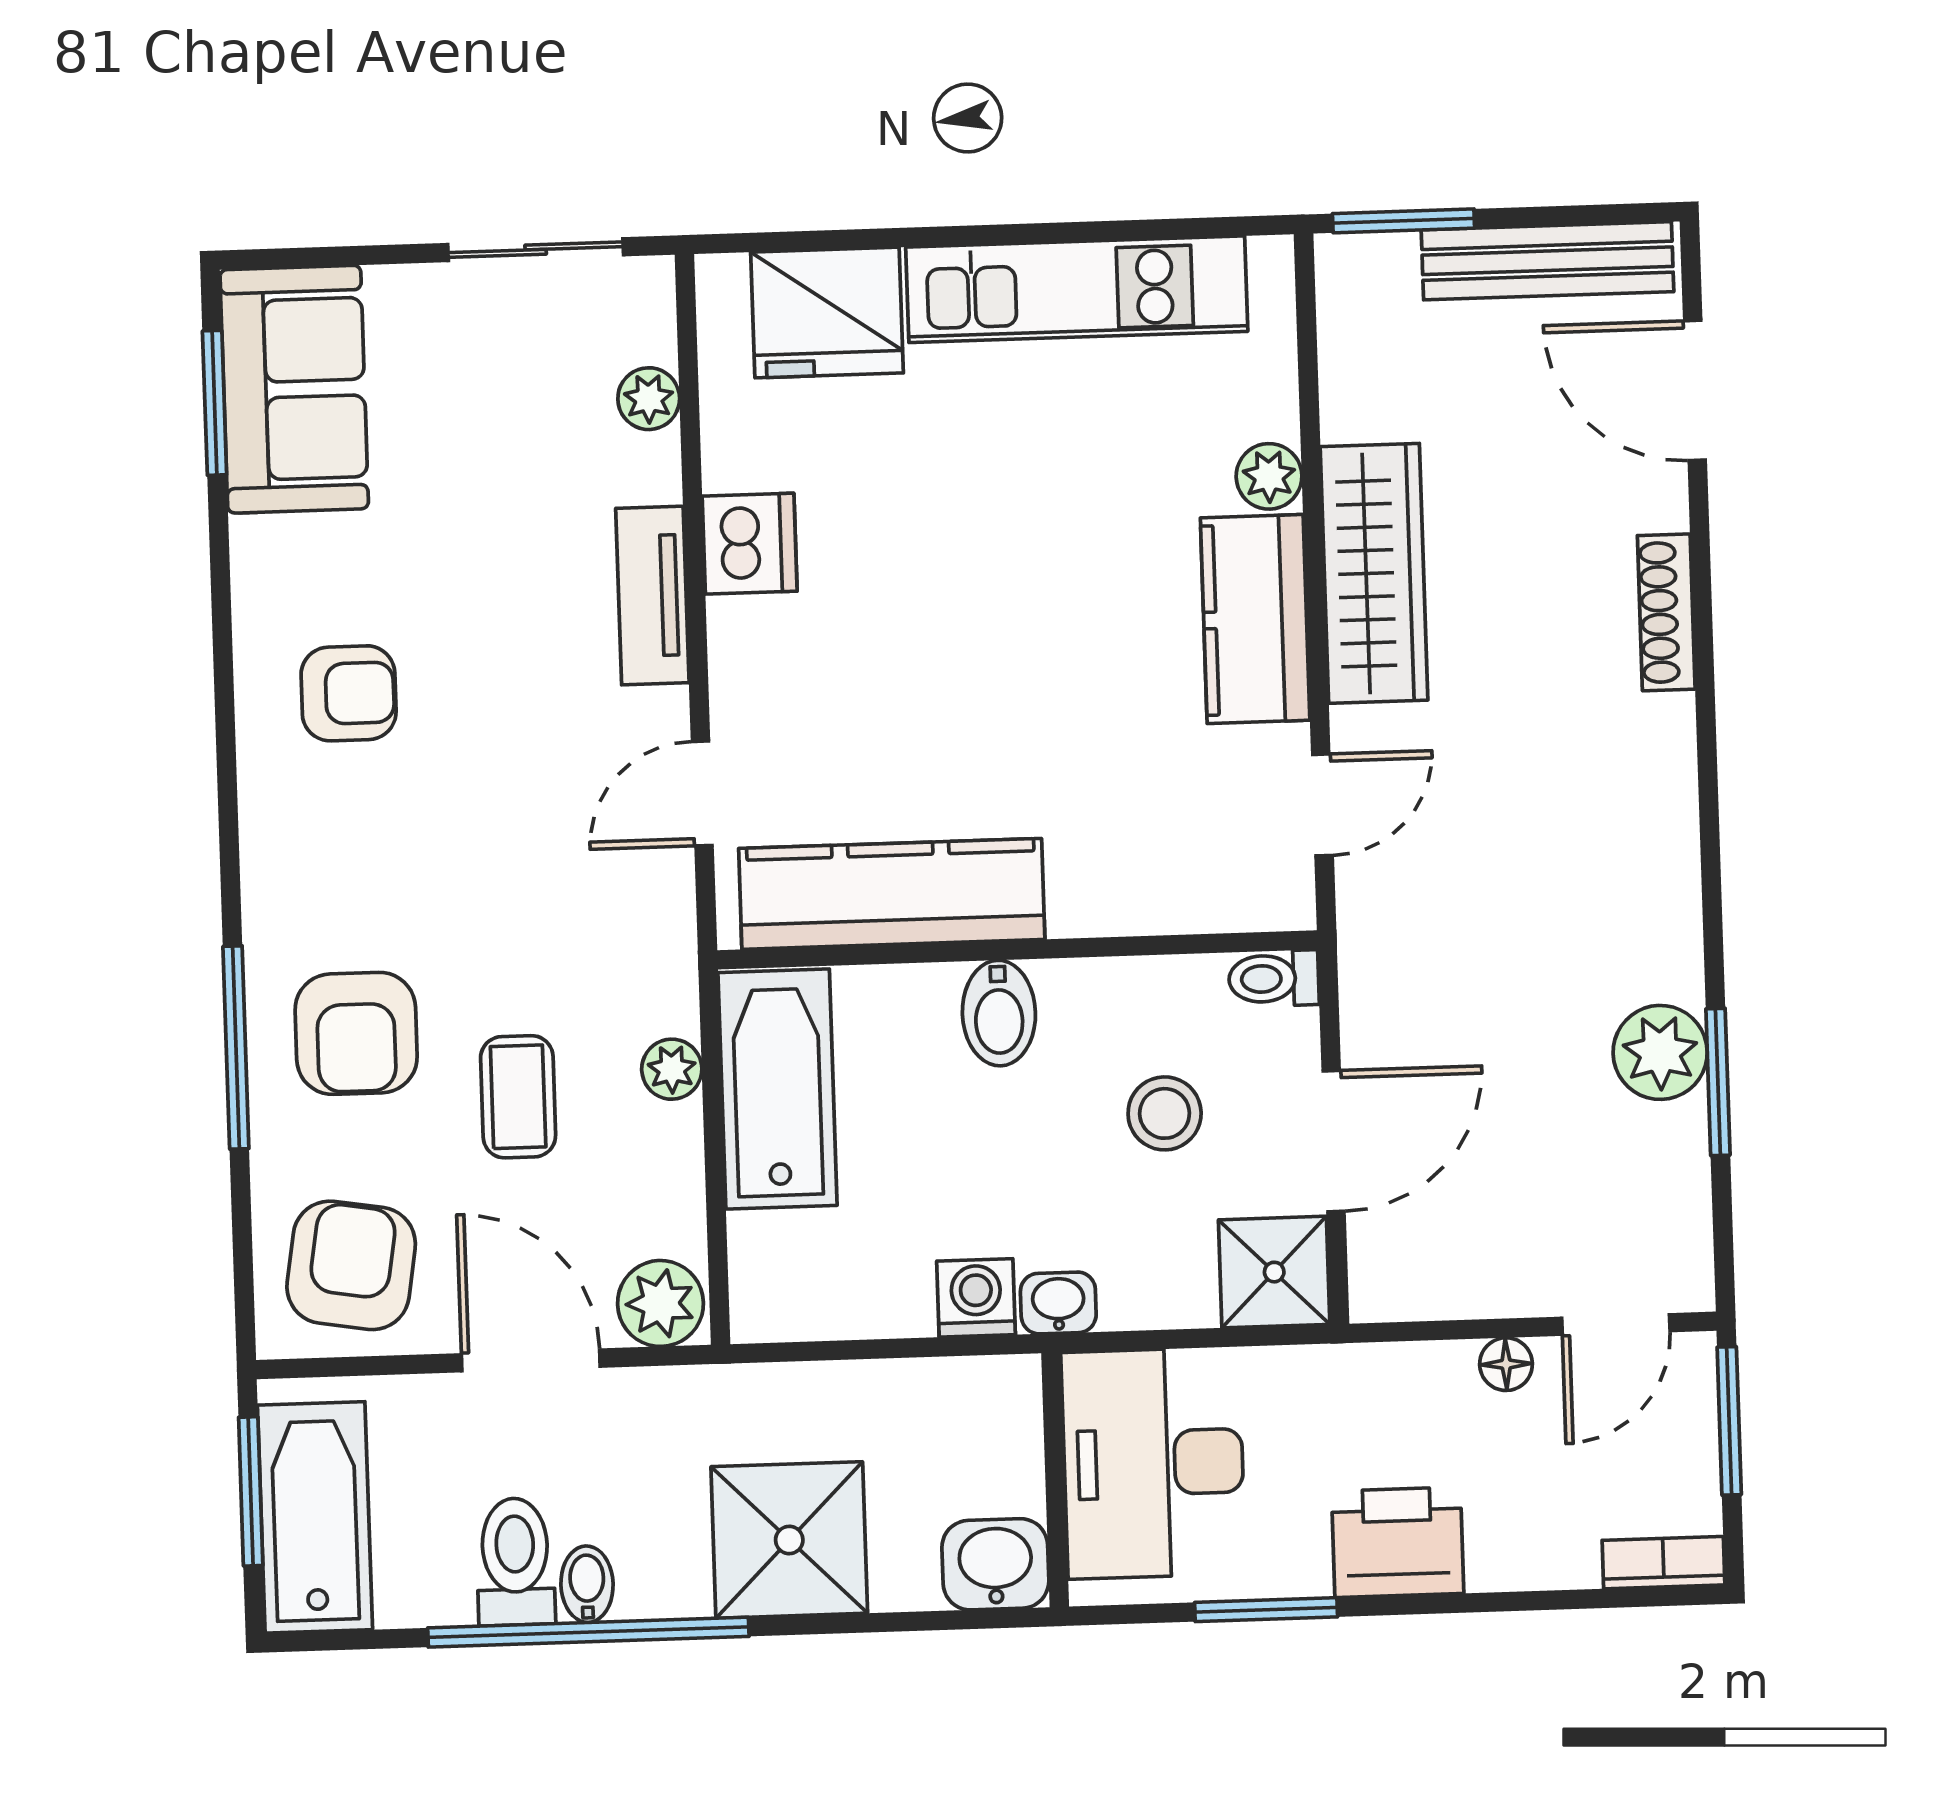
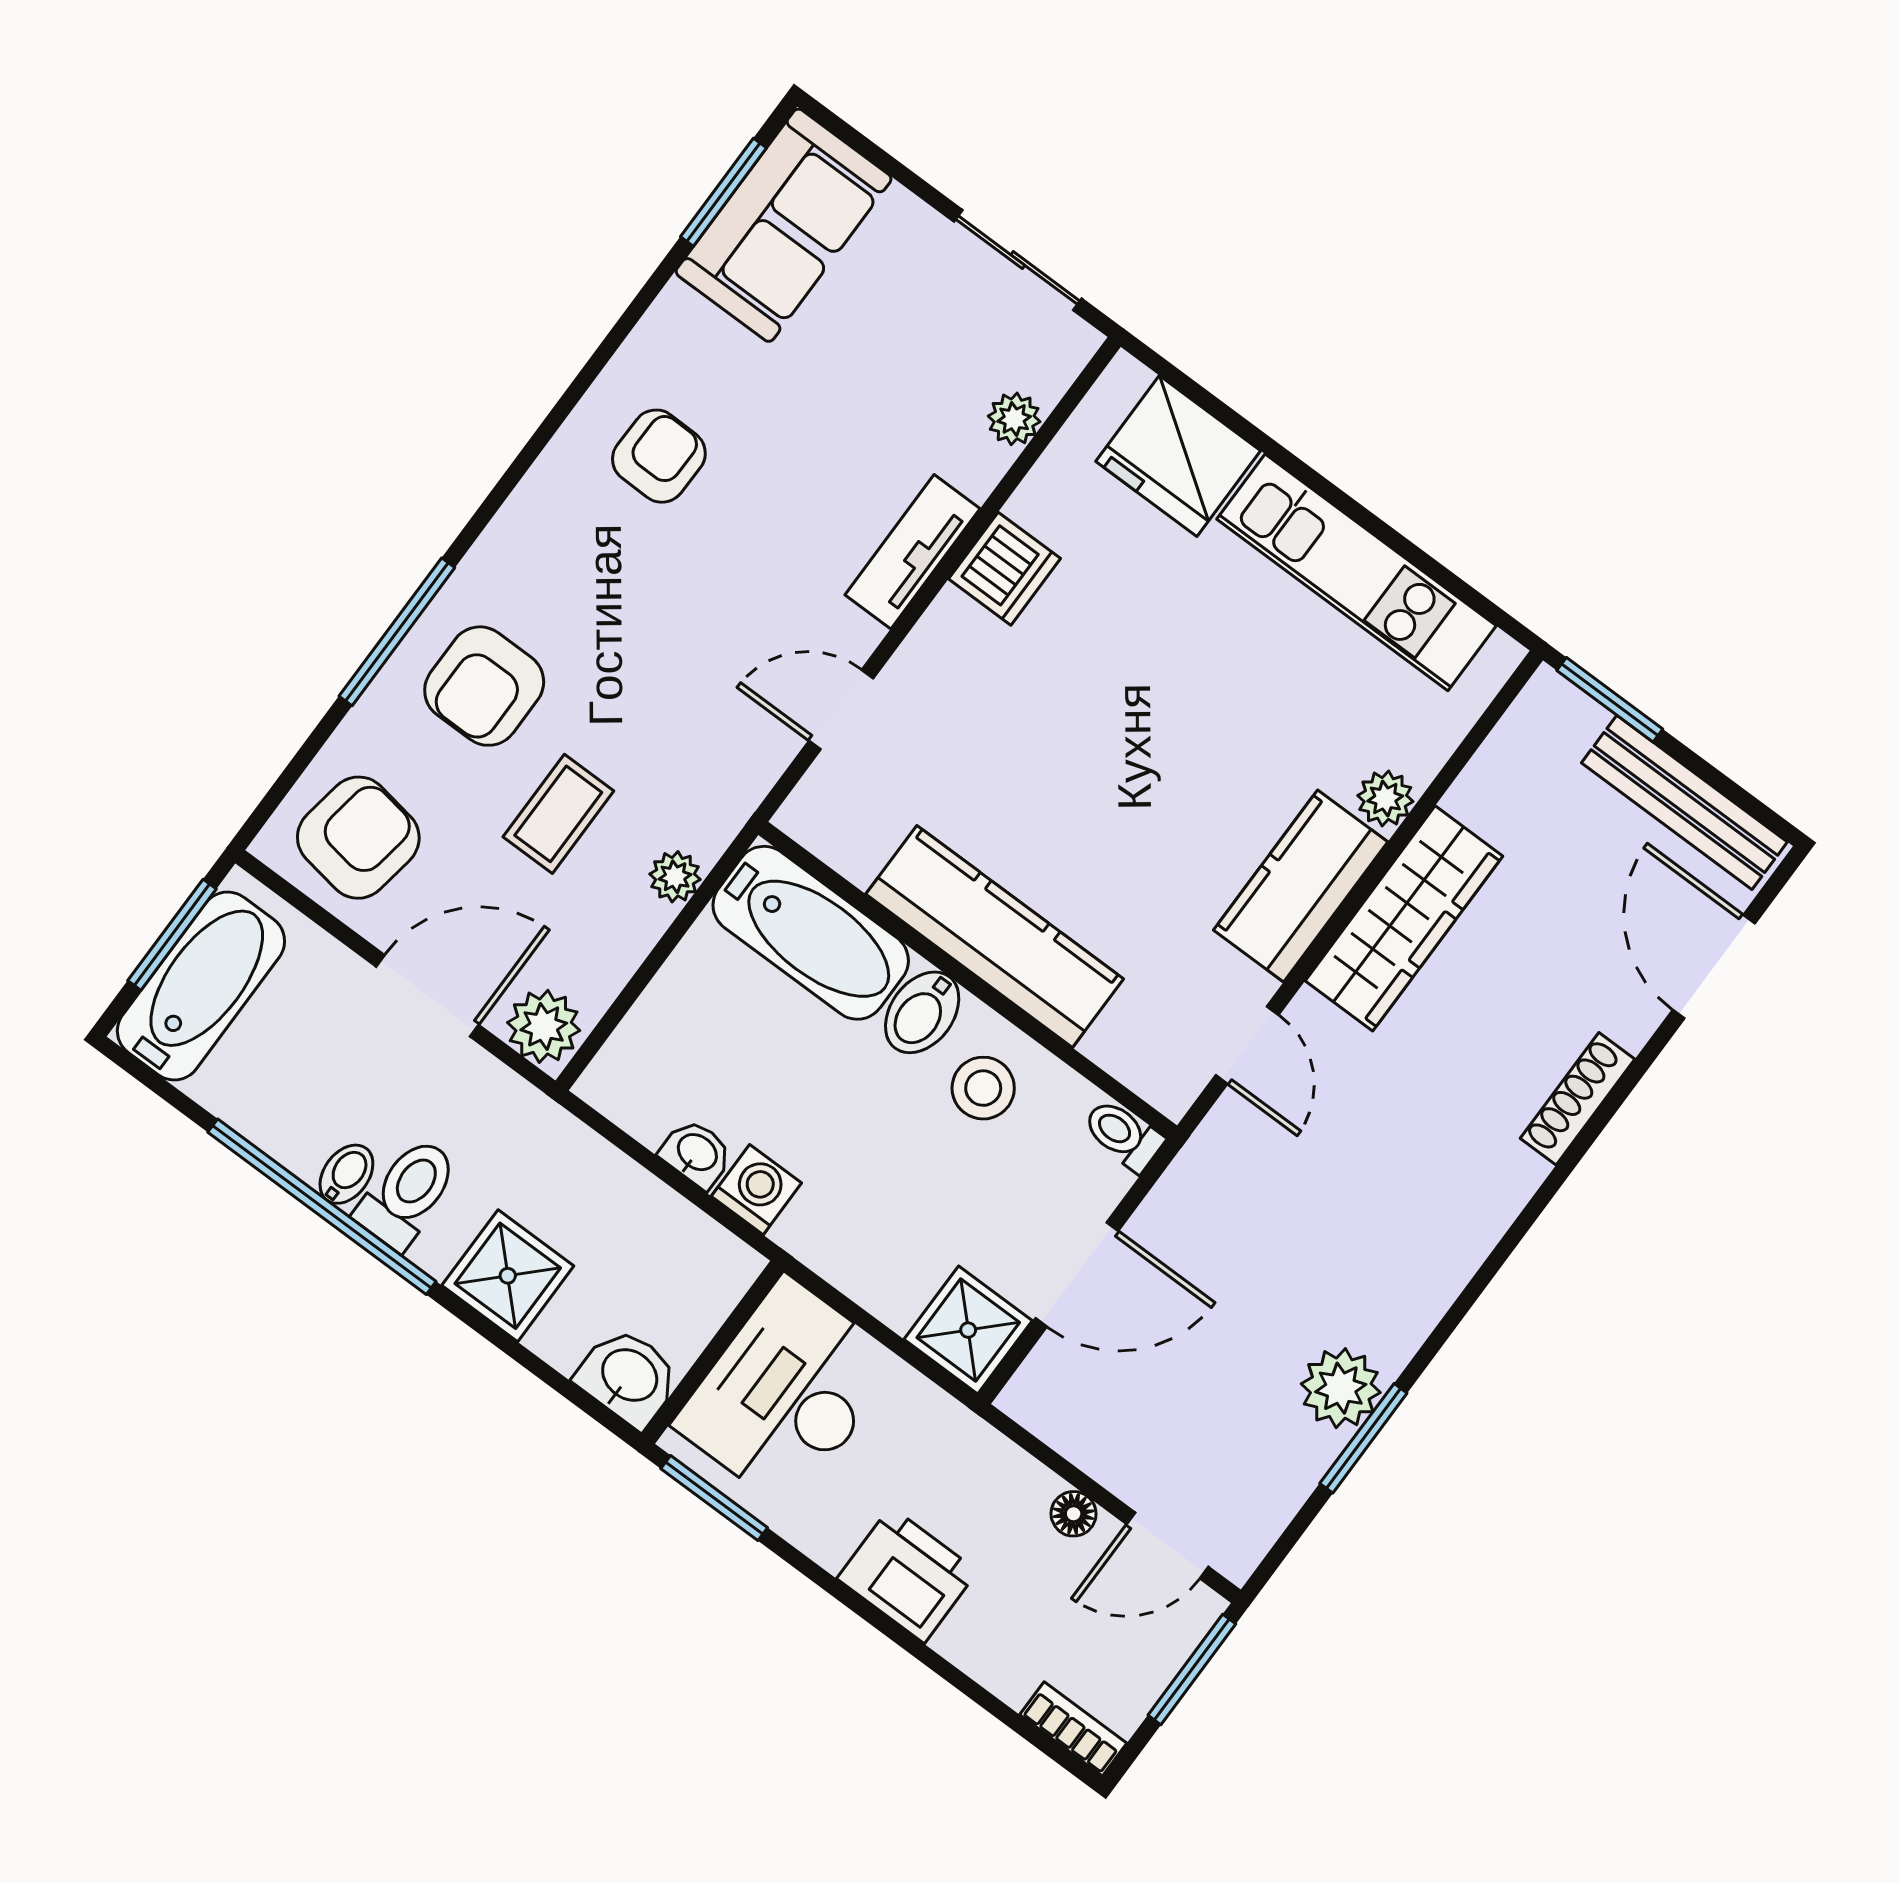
armchair: (349, 693) -> (659, 456), turned -89
door: (1322, 805) -> (1247, 1045), hinge flipped
kitchen counter: (892, 894) -> (995, 937), moved
bathtub: (778, 1089) -> (811, 933), moved, turned 90
stool: (1165, 1113) -> (983, 1088), moved
washbasin: (1058, 1303) -> (696, 1153), moved
door: (531, 1360) -> (427, 996), hinge flipped
shower: (789, 1540) -> (508, 1276), width x0.73, depth x0.73
toilet: (515, 1562) -> (407, 1193), moved
window: (1266, 1610) -> (714, 1498), moved

